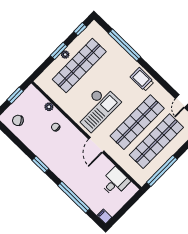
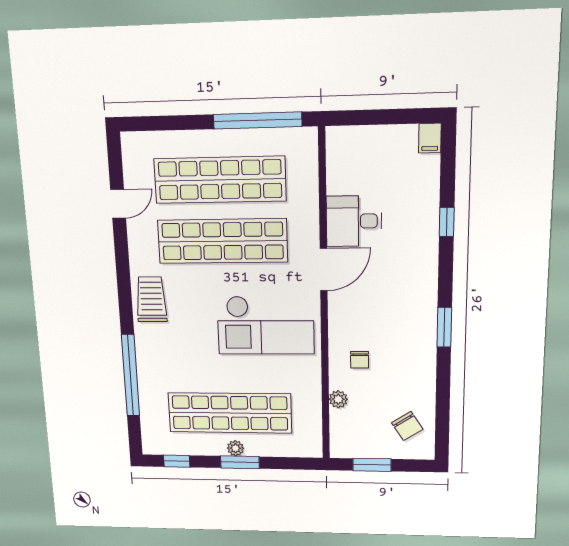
trolley: (142, 79) -> (151, 299), turned 180
checkout: (97, 108) -> (266, 325), turned 180
desk: (115, 182) -> (354, 221), moved
window: (74, 197) -> (447, 222), width x0.32

